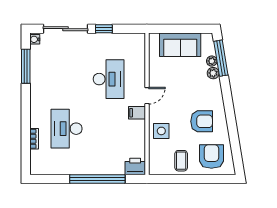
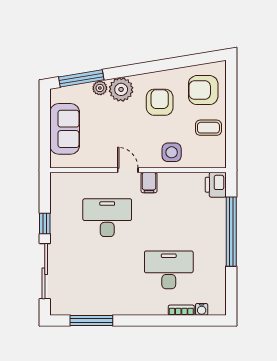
water cooler: (35, 39) -> (202, 309), moved
plant: (212, 61) -> (121, 89), moved, width x1.87, depth x1.87
desk: (67, 129) -> (169, 270), turned 180

